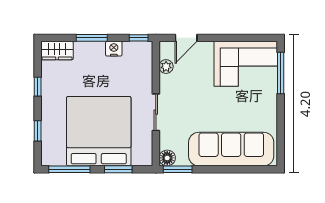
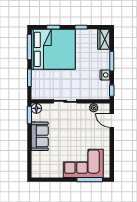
corner sofa: (246, 64) -> (83, 163), moved, turned 90
bed: (99, 131) -> (53, 49), moved
sofa: (231, 149) -> (40, 136), width x0.54, depth x0.79

